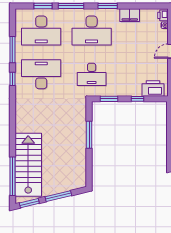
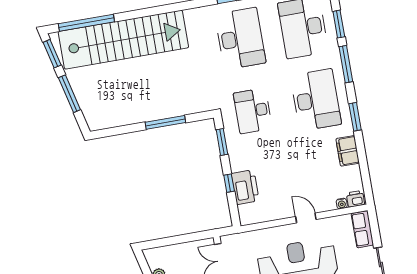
desk: (92, 31) -> (316, 100), turned 180
printer: (153, 88) -> (245, 187), moved
stairs: (28, 165) -> (123, 40), width x1.36

